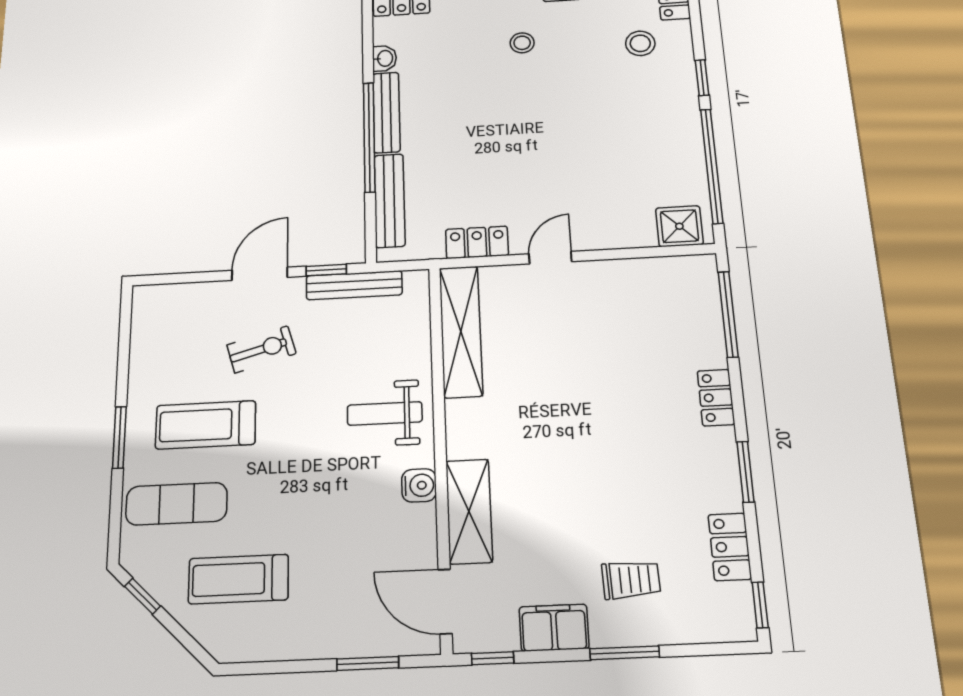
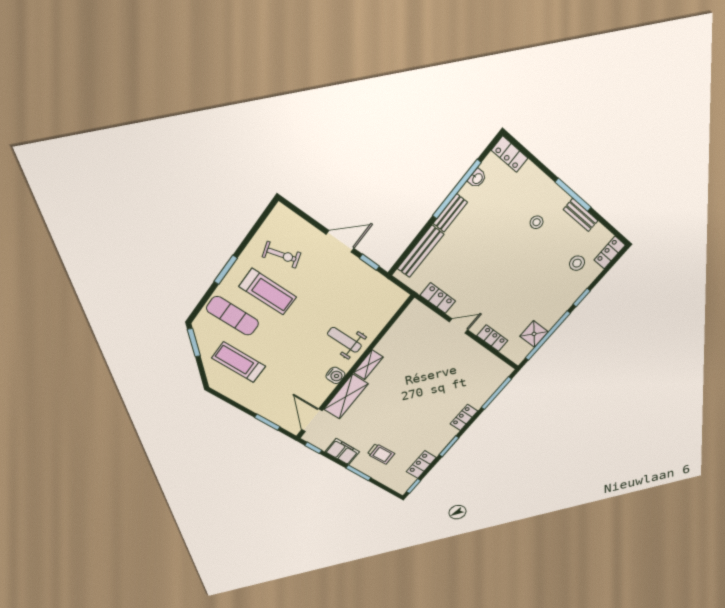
bench: (386, 112) -> (450, 213), width x0.73
window: (369, 137) -> (457, 189), moved
shower: (679, 226) -> (534, 334), moved
locker: (625, 235) -> (492, 338), added
bench: (354, 285) -> (375, 278), removed
shelving: (461, 331) -> (368, 365), moved, width x0.45, depth x0.75
exercise bike: (261, 349) -> (282, 255), moved
treadmill: (206, 425) -> (268, 292), turned 180
window: (143, 596) -> (194, 343), width x1.50

